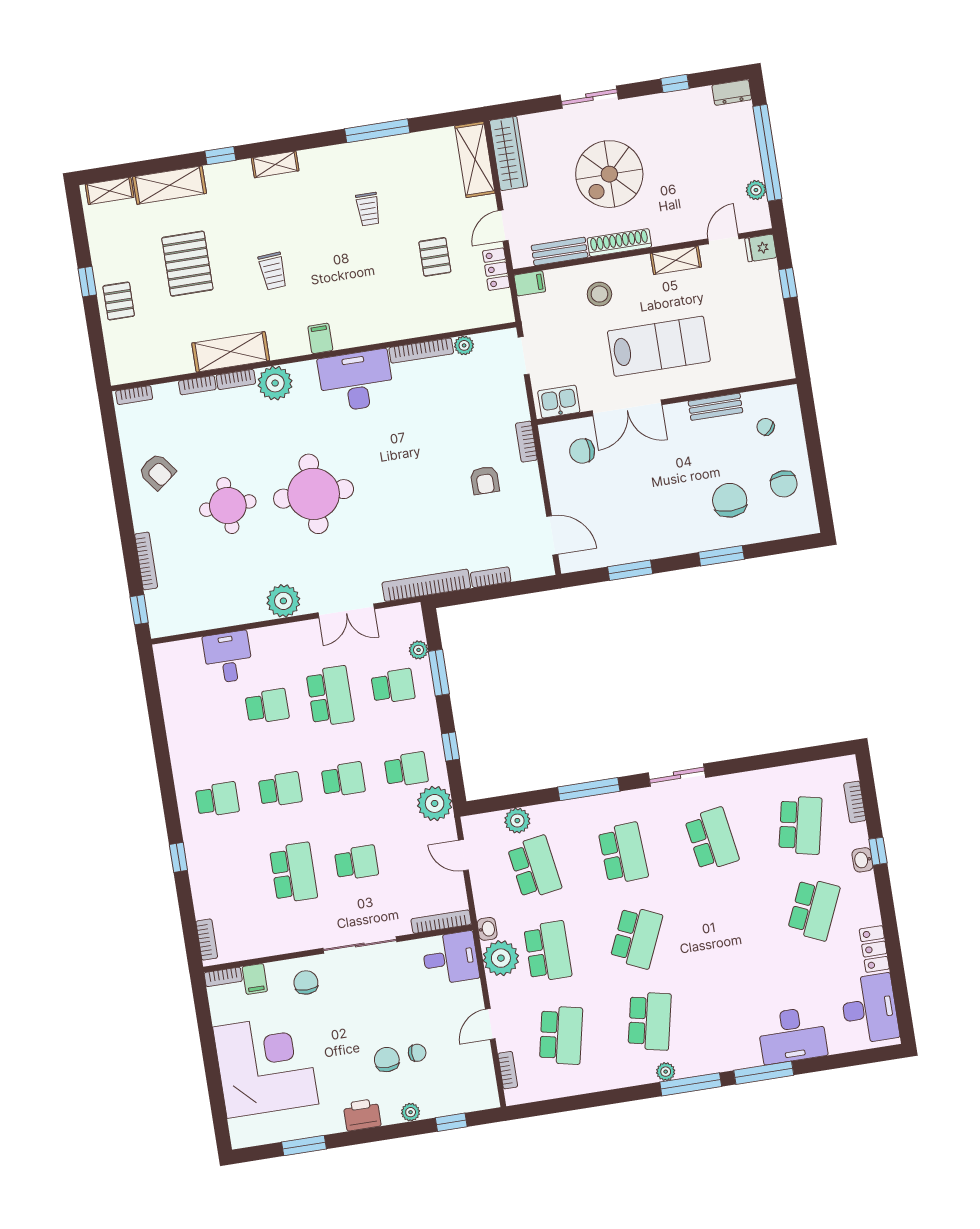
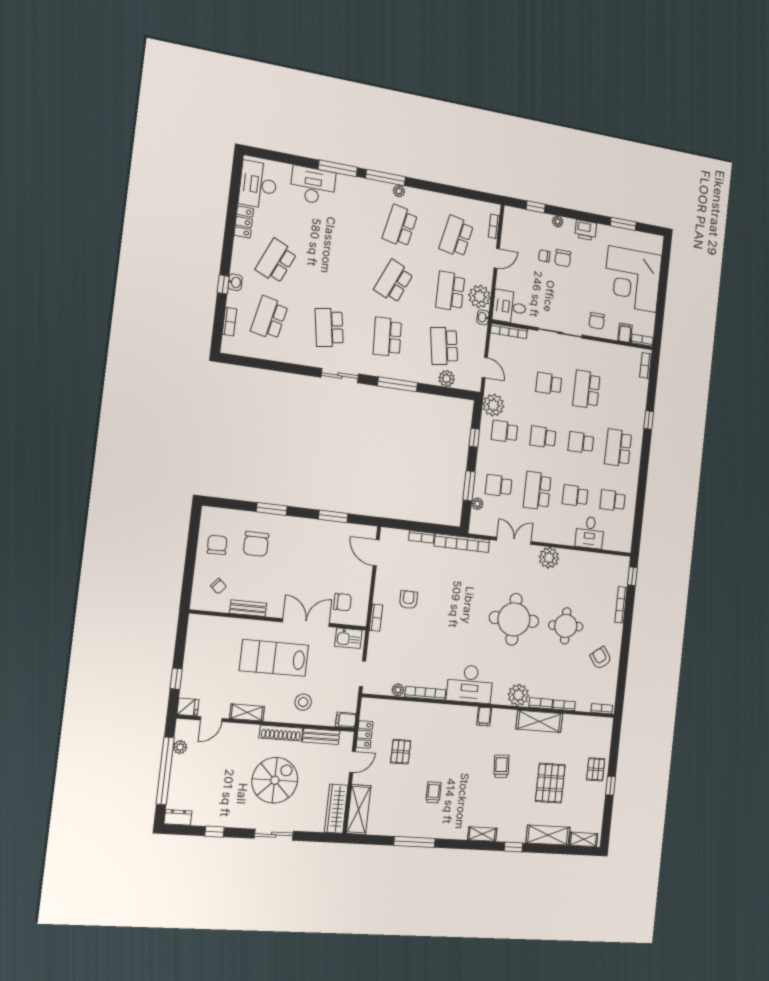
school desk: (204, 716) -> (613, 501), added
school desk: (217, 799) -> (618, 448), width x1.85

